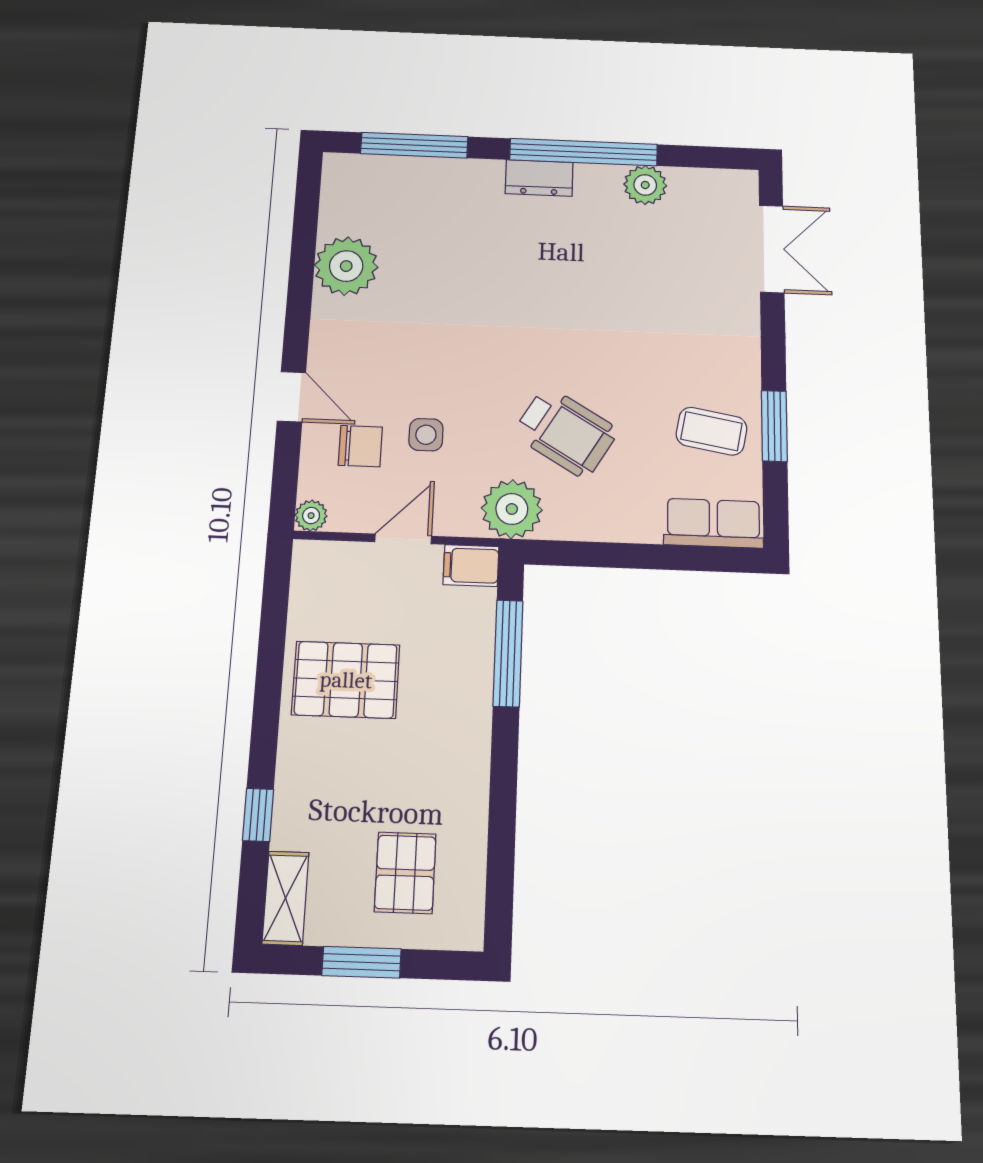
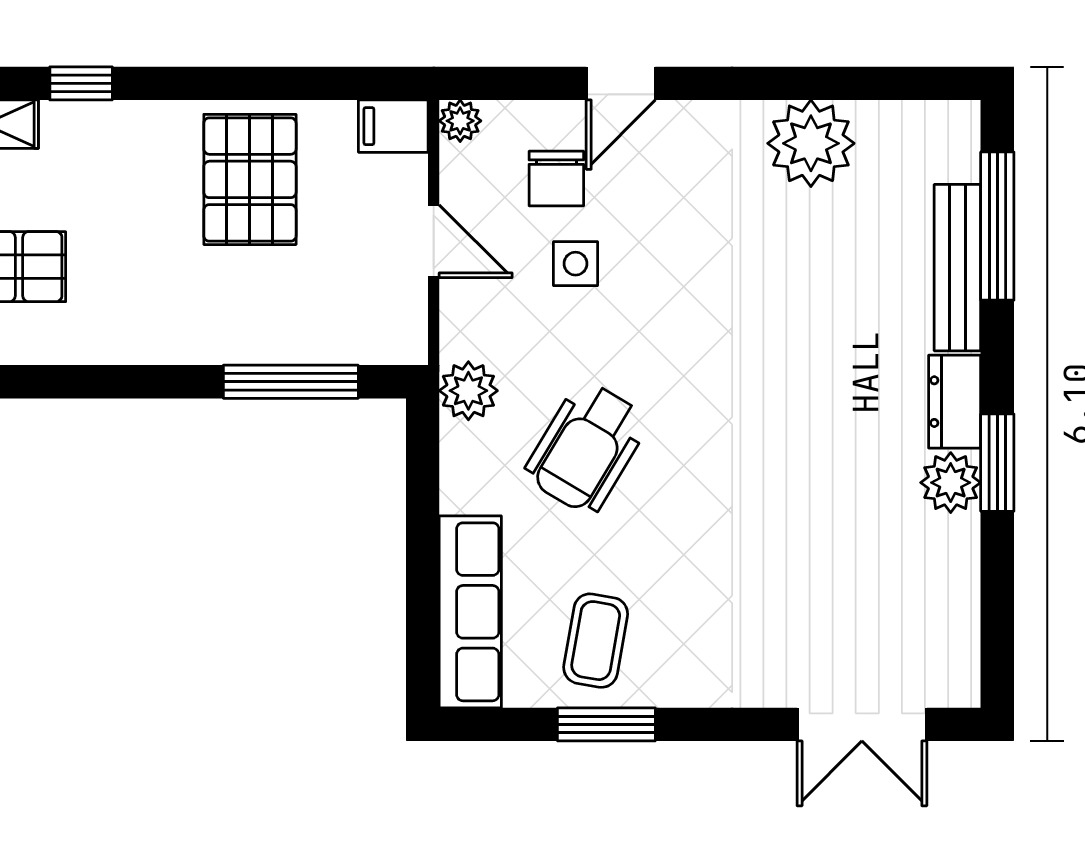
window: (584, 152) -> (997, 463), width x0.47
bench: (443, 172) -> (957, 268), added
plant: (645, 185) -> (951, 483), moved
plant: (512, 509) -> (468, 391), width x0.73, depth x0.73
row of seats: (713, 523) -> (470, 612), width x1.48
filing cabinet: (471, 566) -> (393, 126), moved, turned -90

